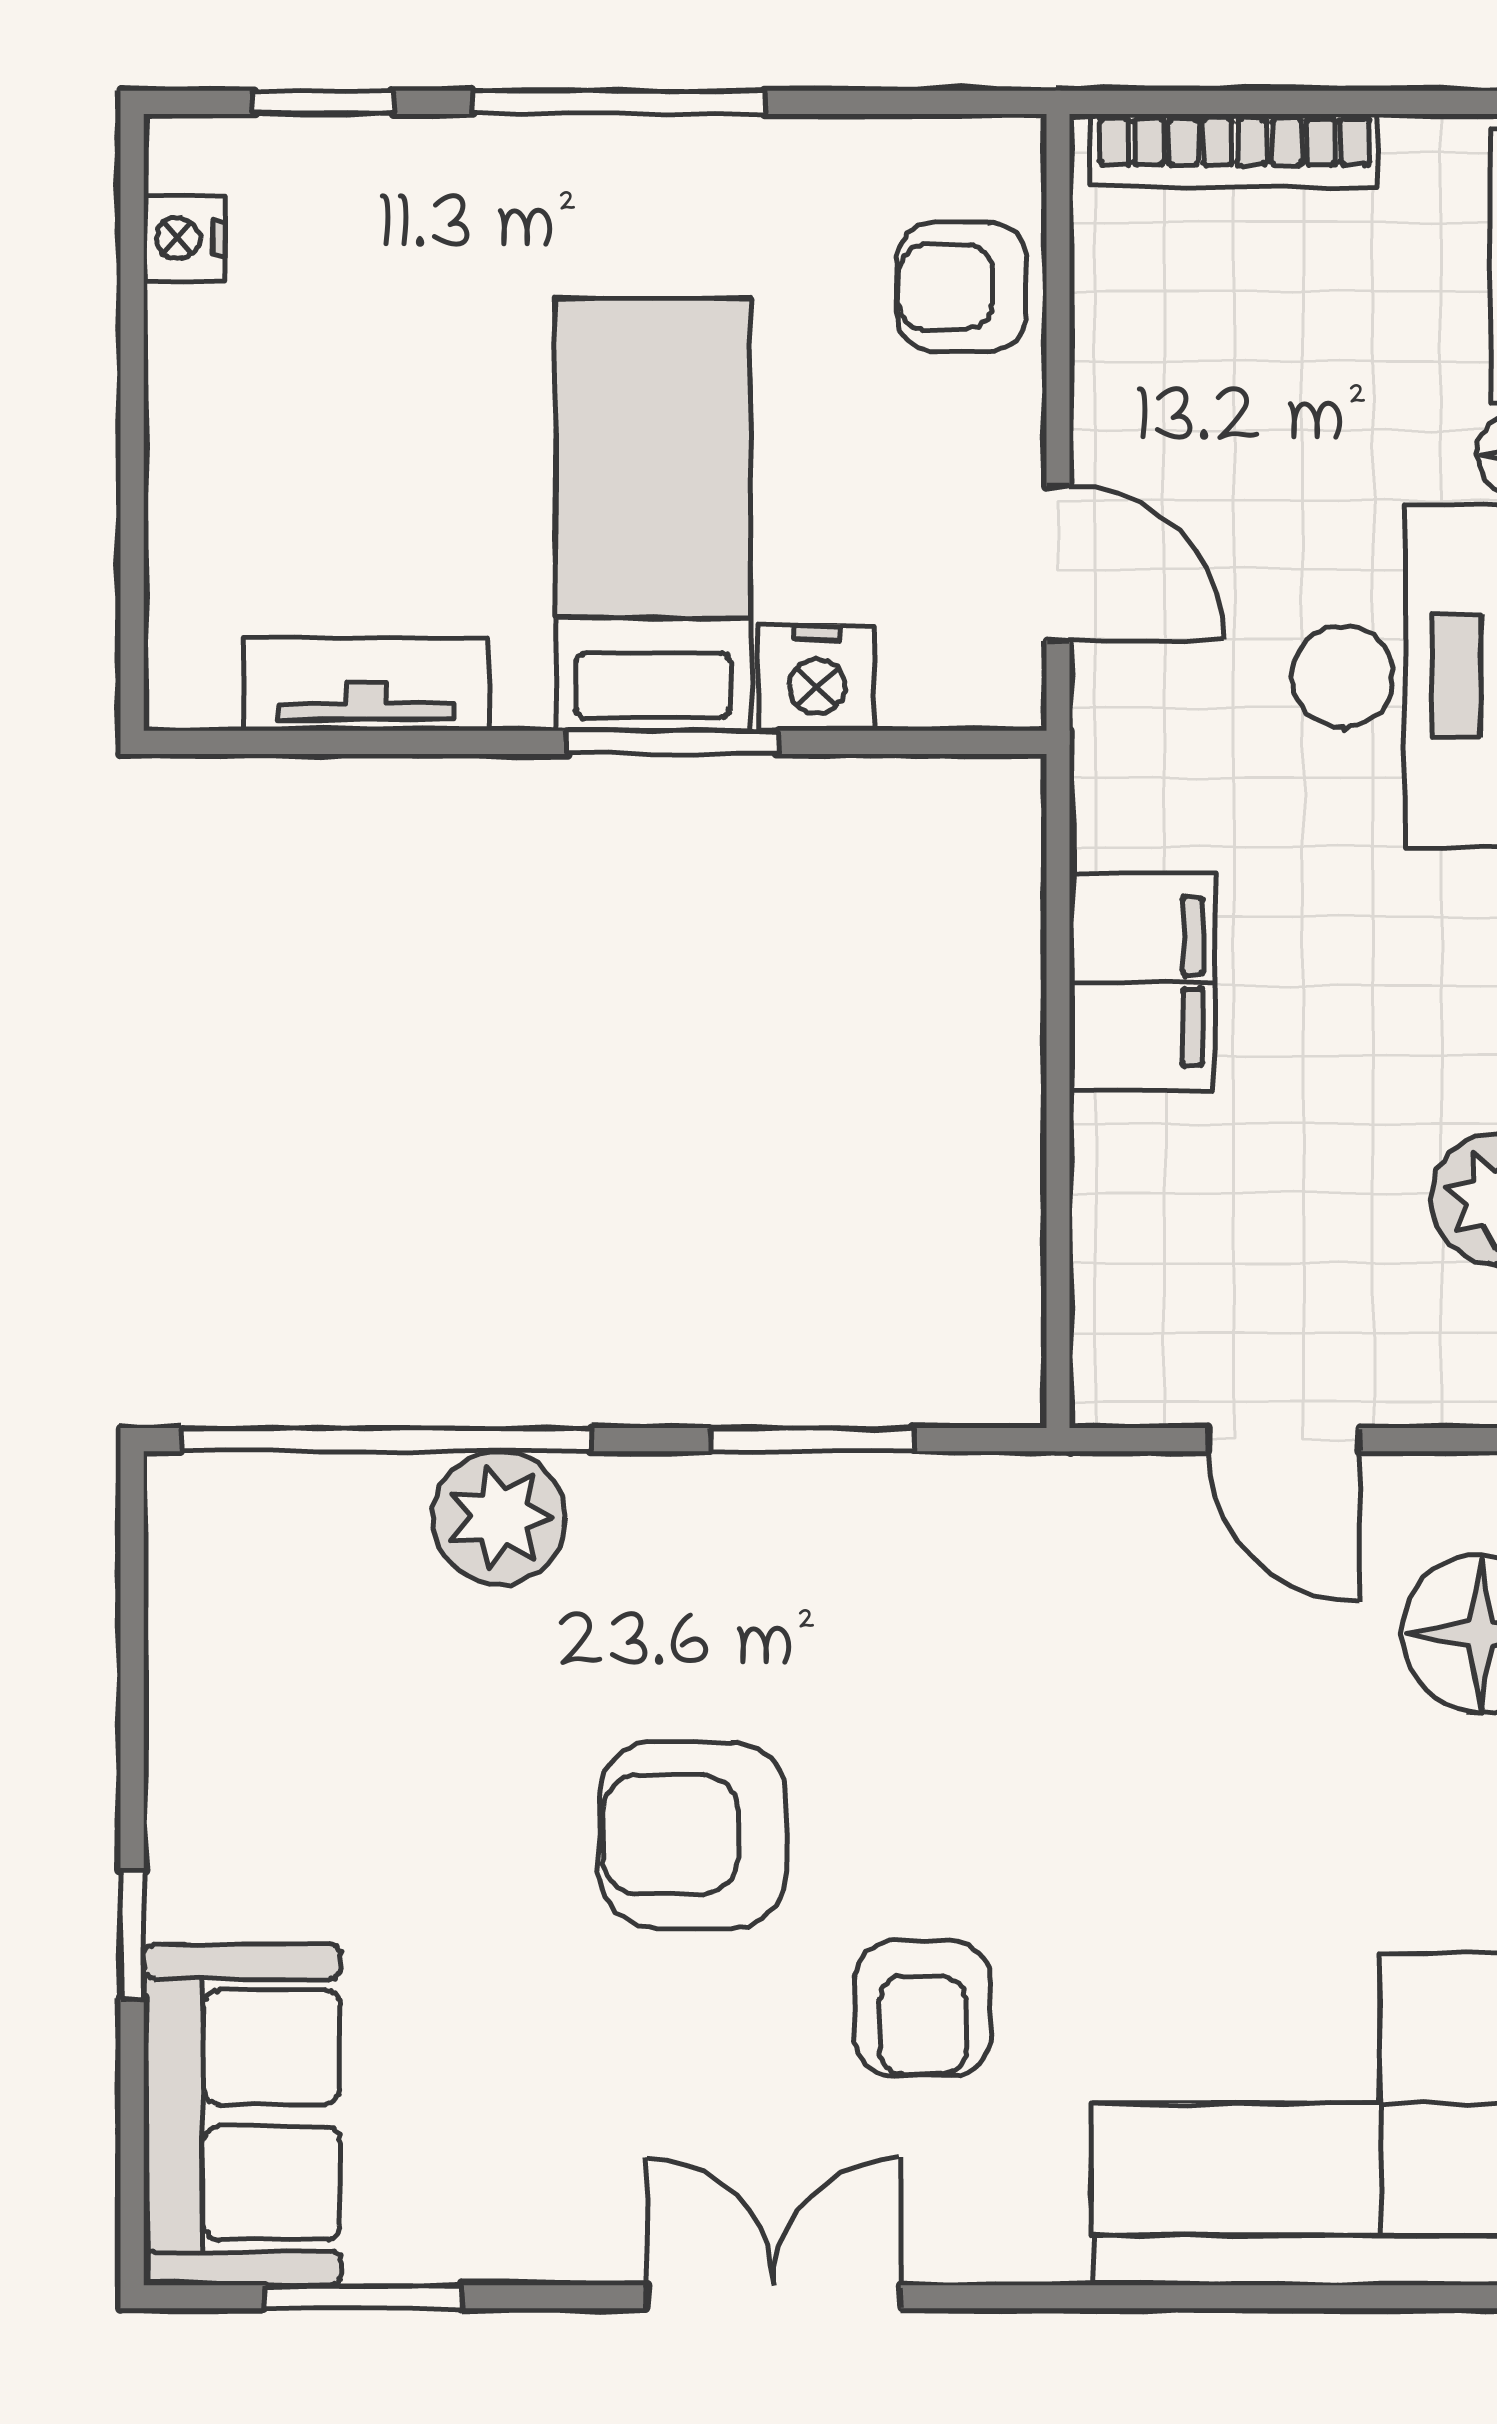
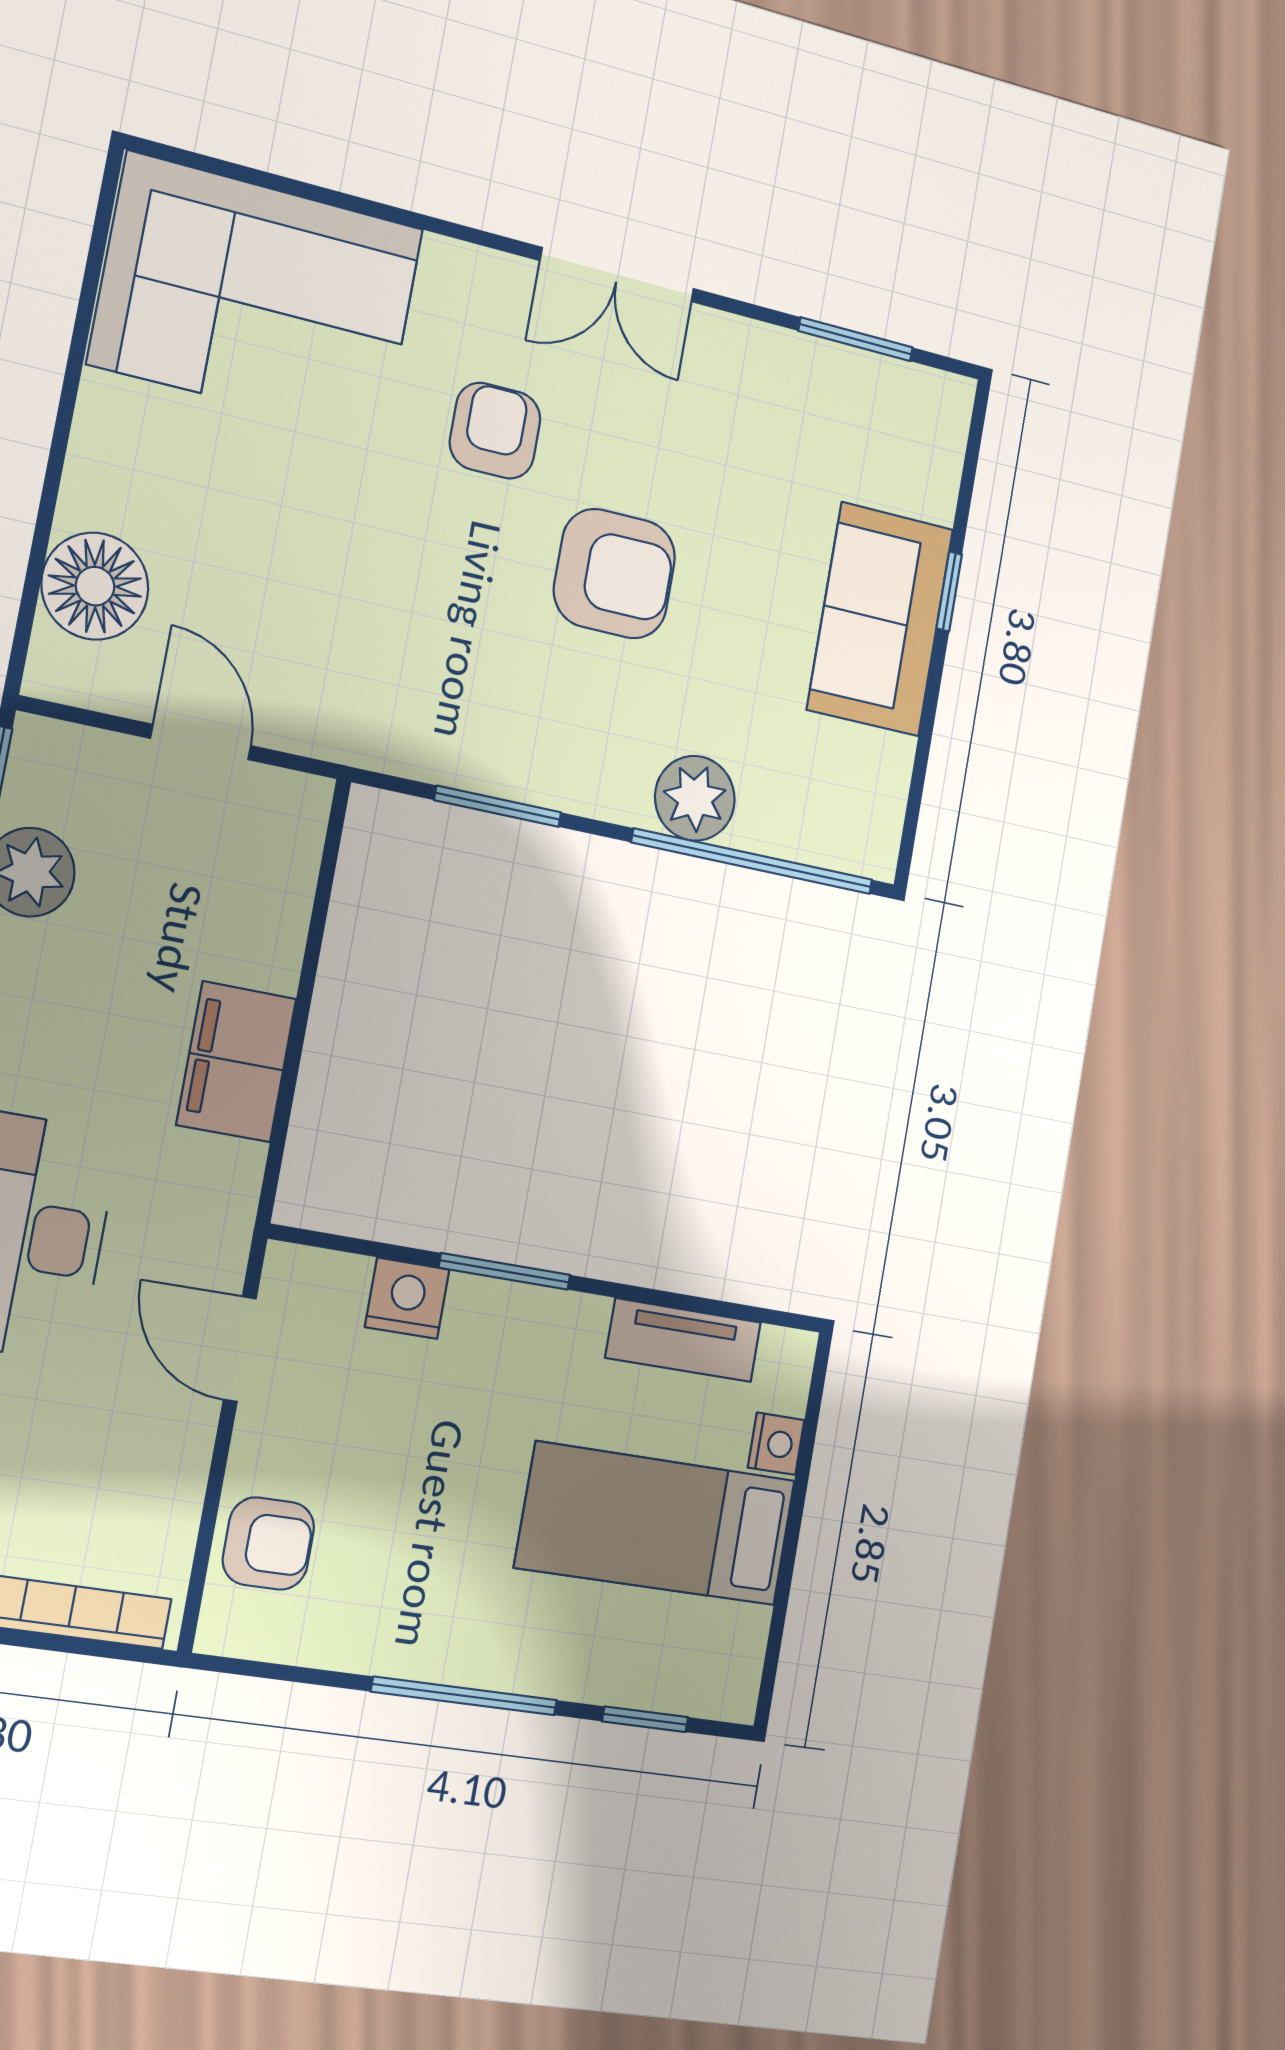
nightstand: (184, 238) -> (776, 1444), moved
bed: (653, 515) -> (656, 1524), moved, turned 90
sofa: (242, 2115) -> (880, 619), moved

